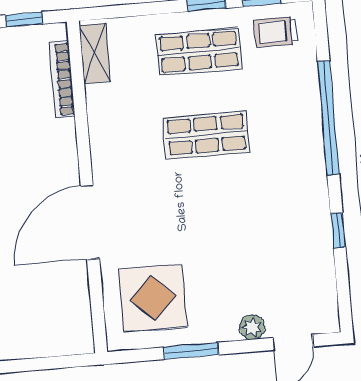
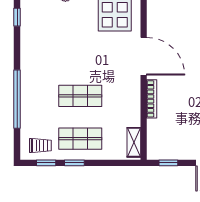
bookcase: (62, 79) -> (152, 99), moved
door: (90, 222) -> (144, 56), hinge flipped
window: (338, 230) -> (17, 17), moved

